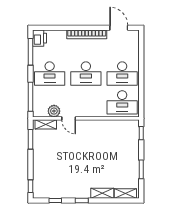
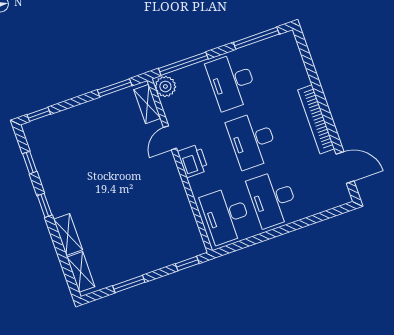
door: (119, 28) -> (345, 168), hinge flipped
printer: (39, 38) -> (193, 161), moved, turned -90
plant: (54, 111) -> (165, 86), moved

